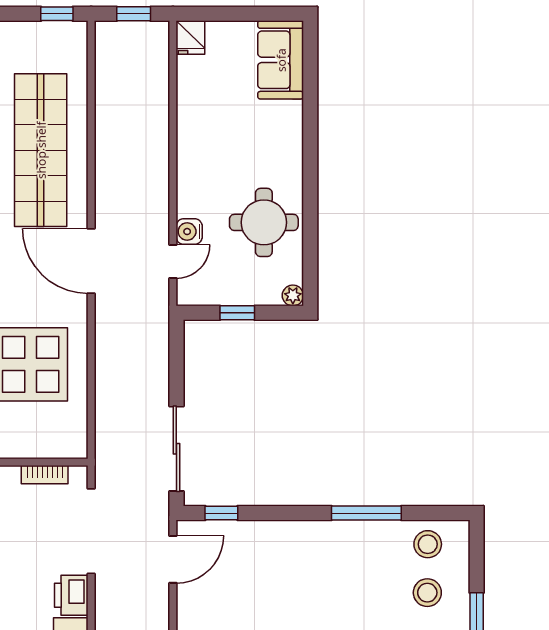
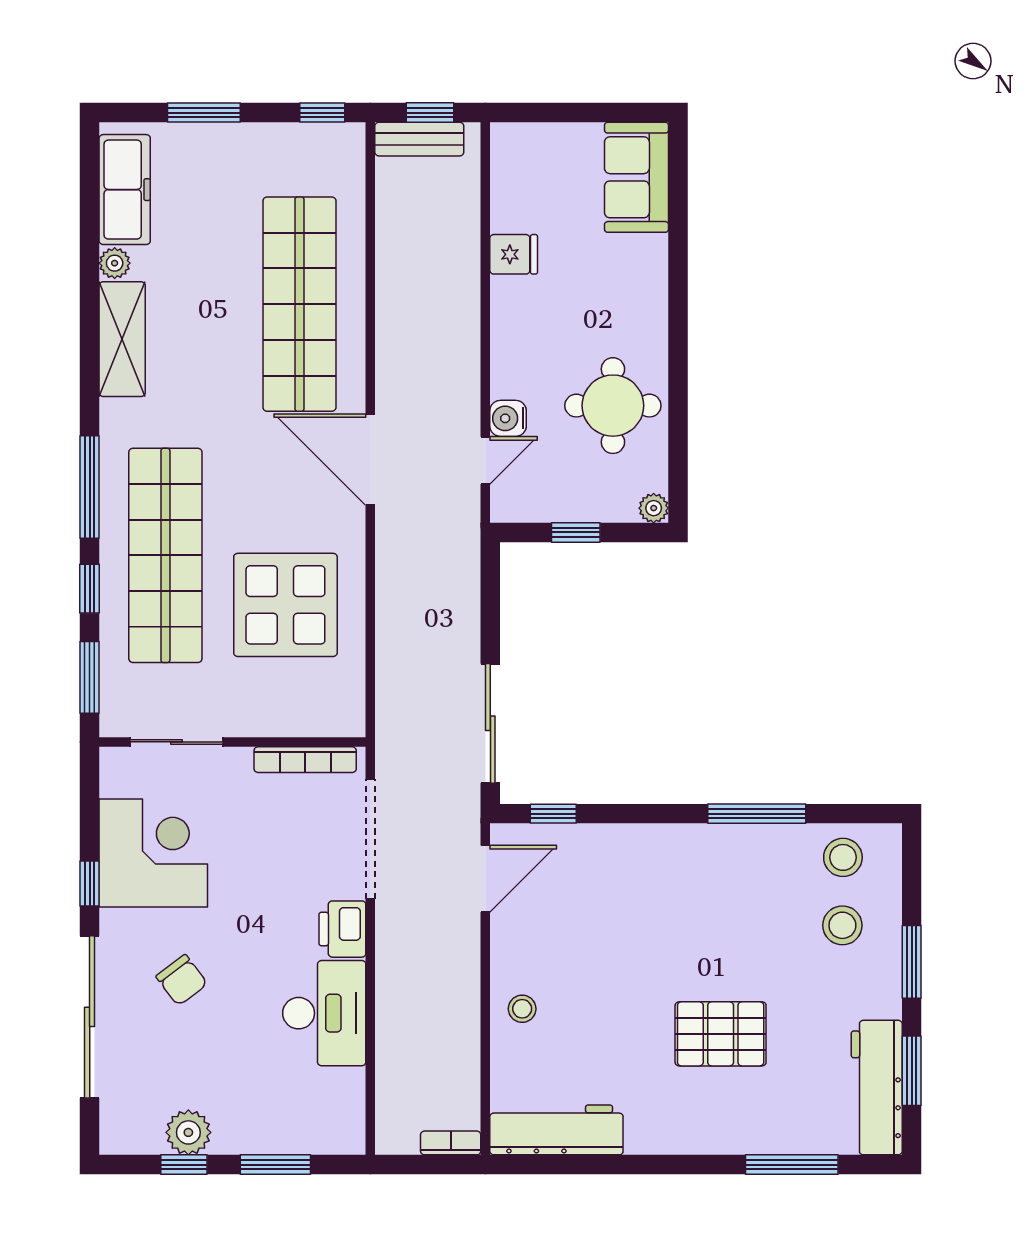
bench: (126, 33) -> (419, 139), added
fridge: (190, 37) -> (514, 254), moved, turned -90
bookcase: (45, 475) -> (305, 760), width x1.56

